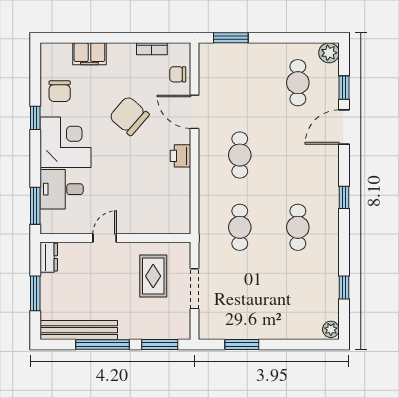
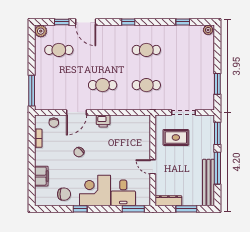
window: (231, 38) -> (32, 91), width x1.44
chair: (129, 116) -> (79, 152), width x0.54, depth x0.54
dresser: (49, 257) -> (168, 201), width x1.44

